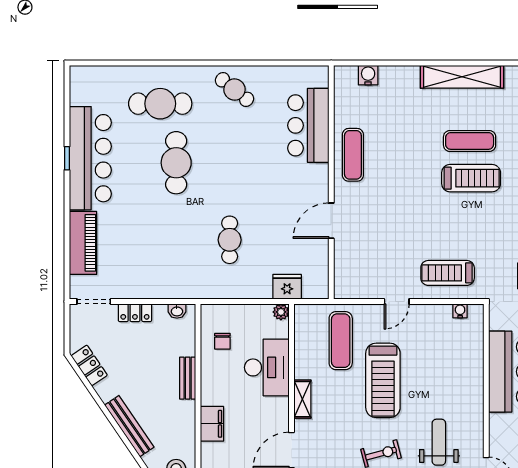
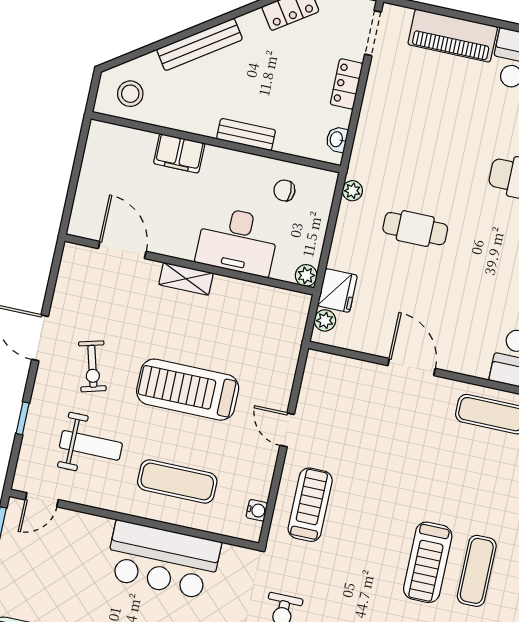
plant: (311, 291) -> (325, 320), added
plant: (212, 292) -> (352, 191), added
exercise mat: (341, 341) -> (177, 482), moved

